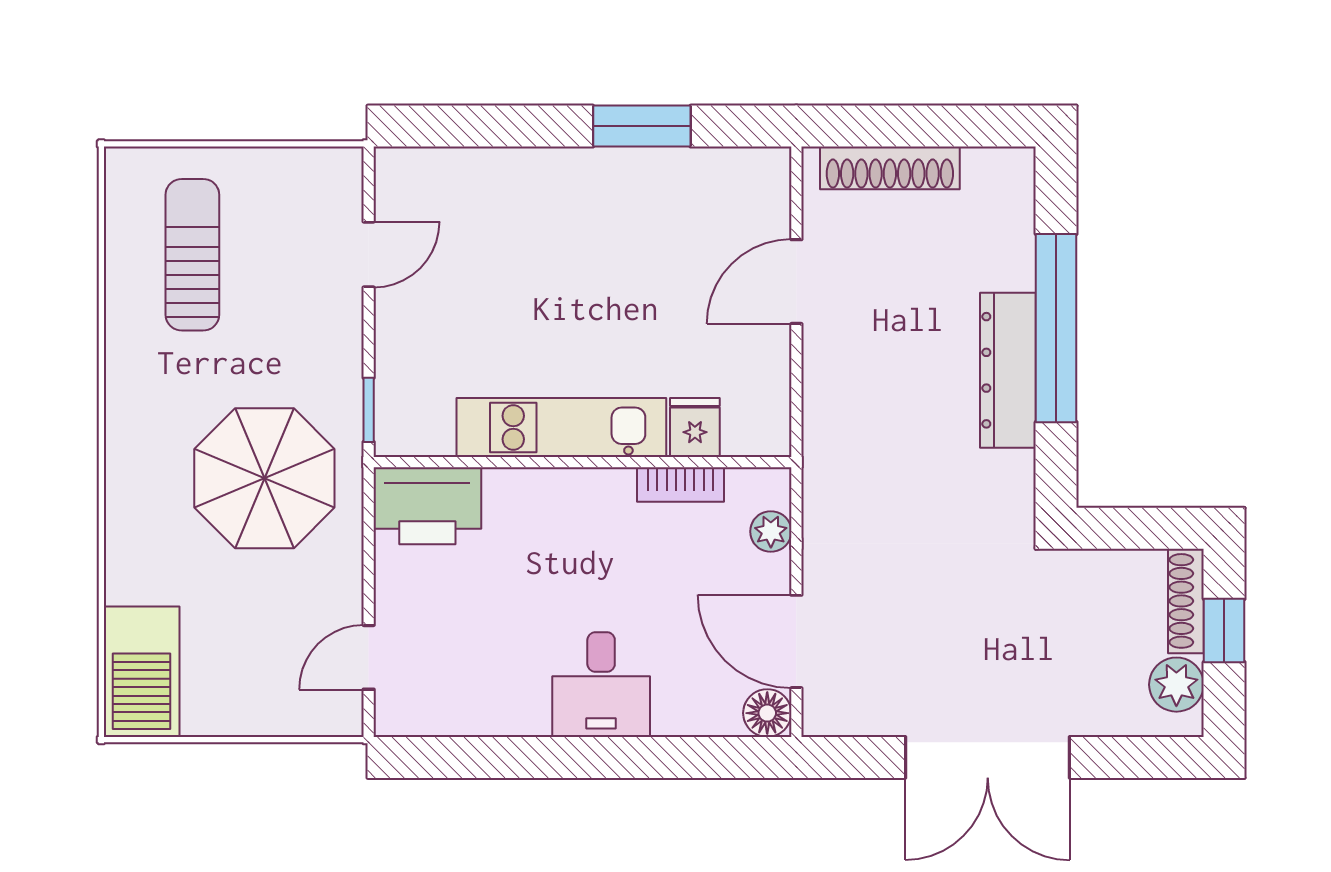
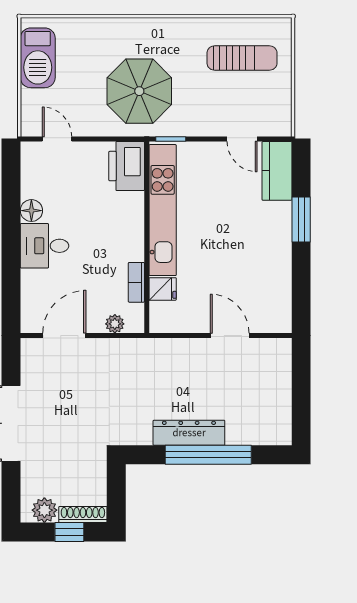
window: (642, 126) -> (301, 219), moved
shoe rack: (890, 168) -> (282, 378), removed
kitchen counter: (438, 179) -> (277, 171), added
kitchen unit: (561, 427) -> (163, 210), width x1.36
barbecue: (142, 672) -> (38, 58), moved, turned -90
floor lamp: (767, 713) -> (31, 211), moved

